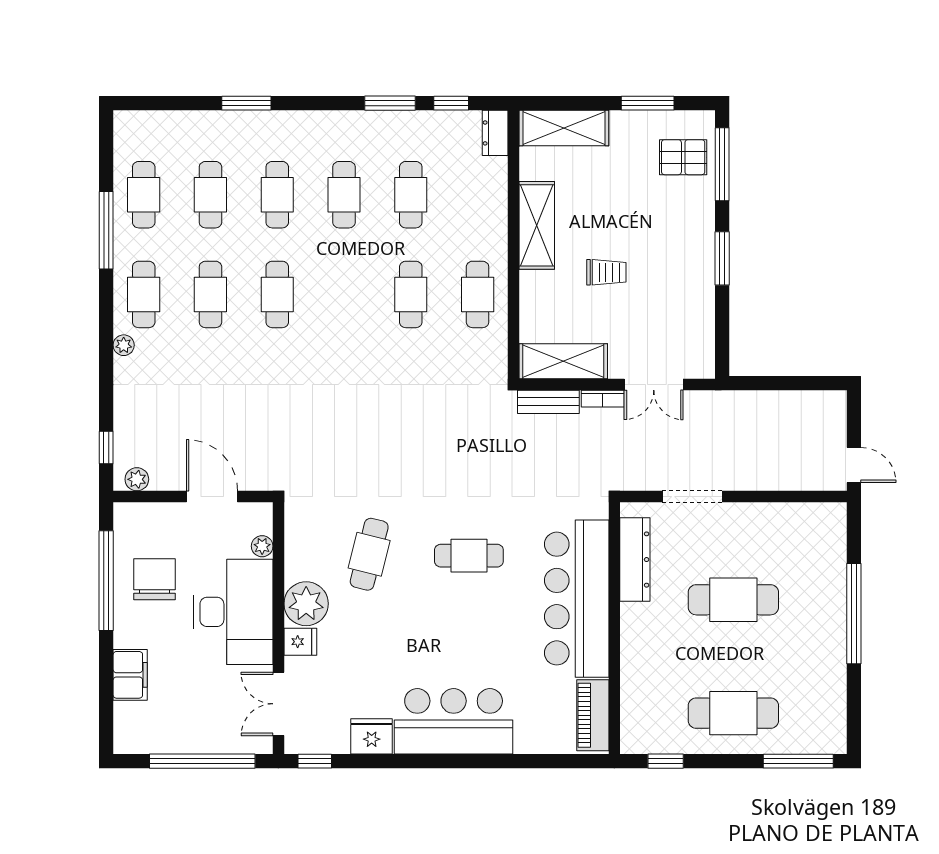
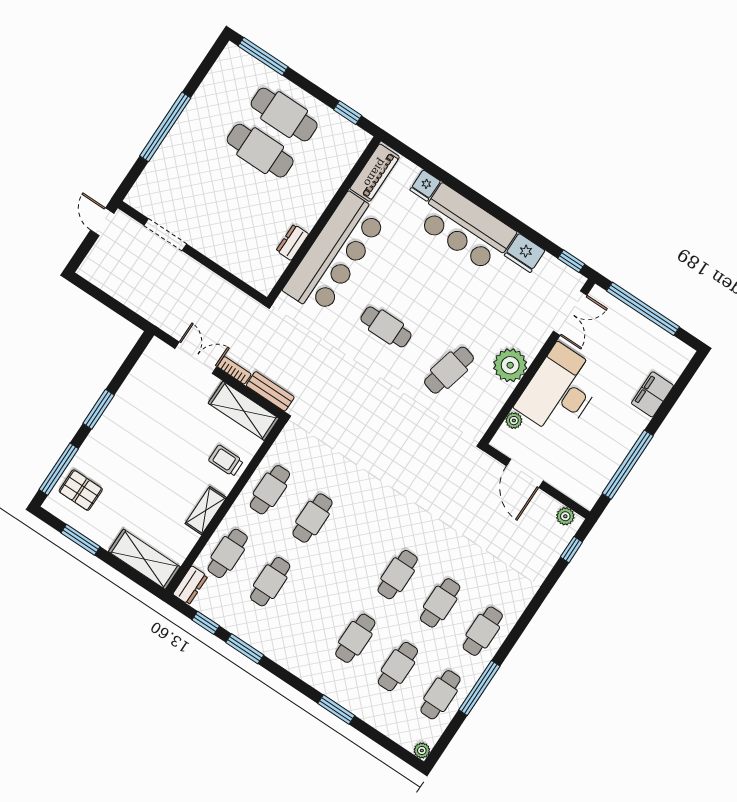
cafe table: (344, 195) -> (228, 553), moved
shelving: (537, 225) -> (206, 511), width x0.67, depth x0.75
trolley: (606, 272) -> (226, 461), moved
plant: (124, 345) -> (422, 750), moved
doorway: (692, 497) -> (165, 235), moved
dresser: (635, 560) -> (292, 242), width x0.51, depth x0.80
chair: (155, 579) -> (596, 445), removed
cafe table: (733, 600) -> (260, 151), moved
fridge: (300, 642) -> (425, 185), moved, turned -90

